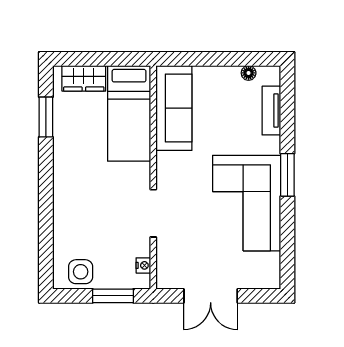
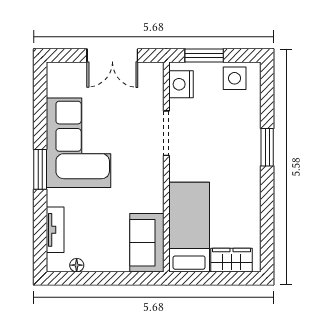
sofa: (174, 108) -> (147, 243), width x0.73
window: (46, 117) -> (267, 147), moved
nightstand: (143, 265) -> (181, 84), width x1.89, depth x1.79
double door: (211, 296) -> (112, 56), swing flipped

